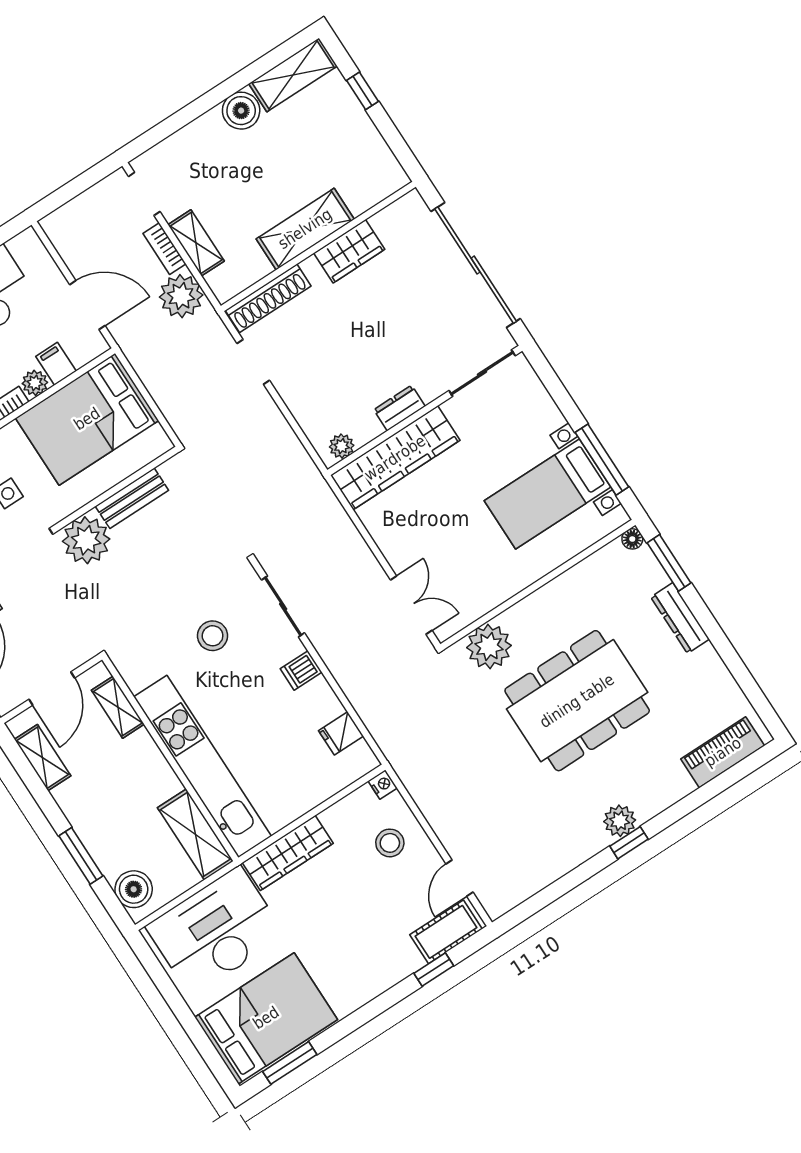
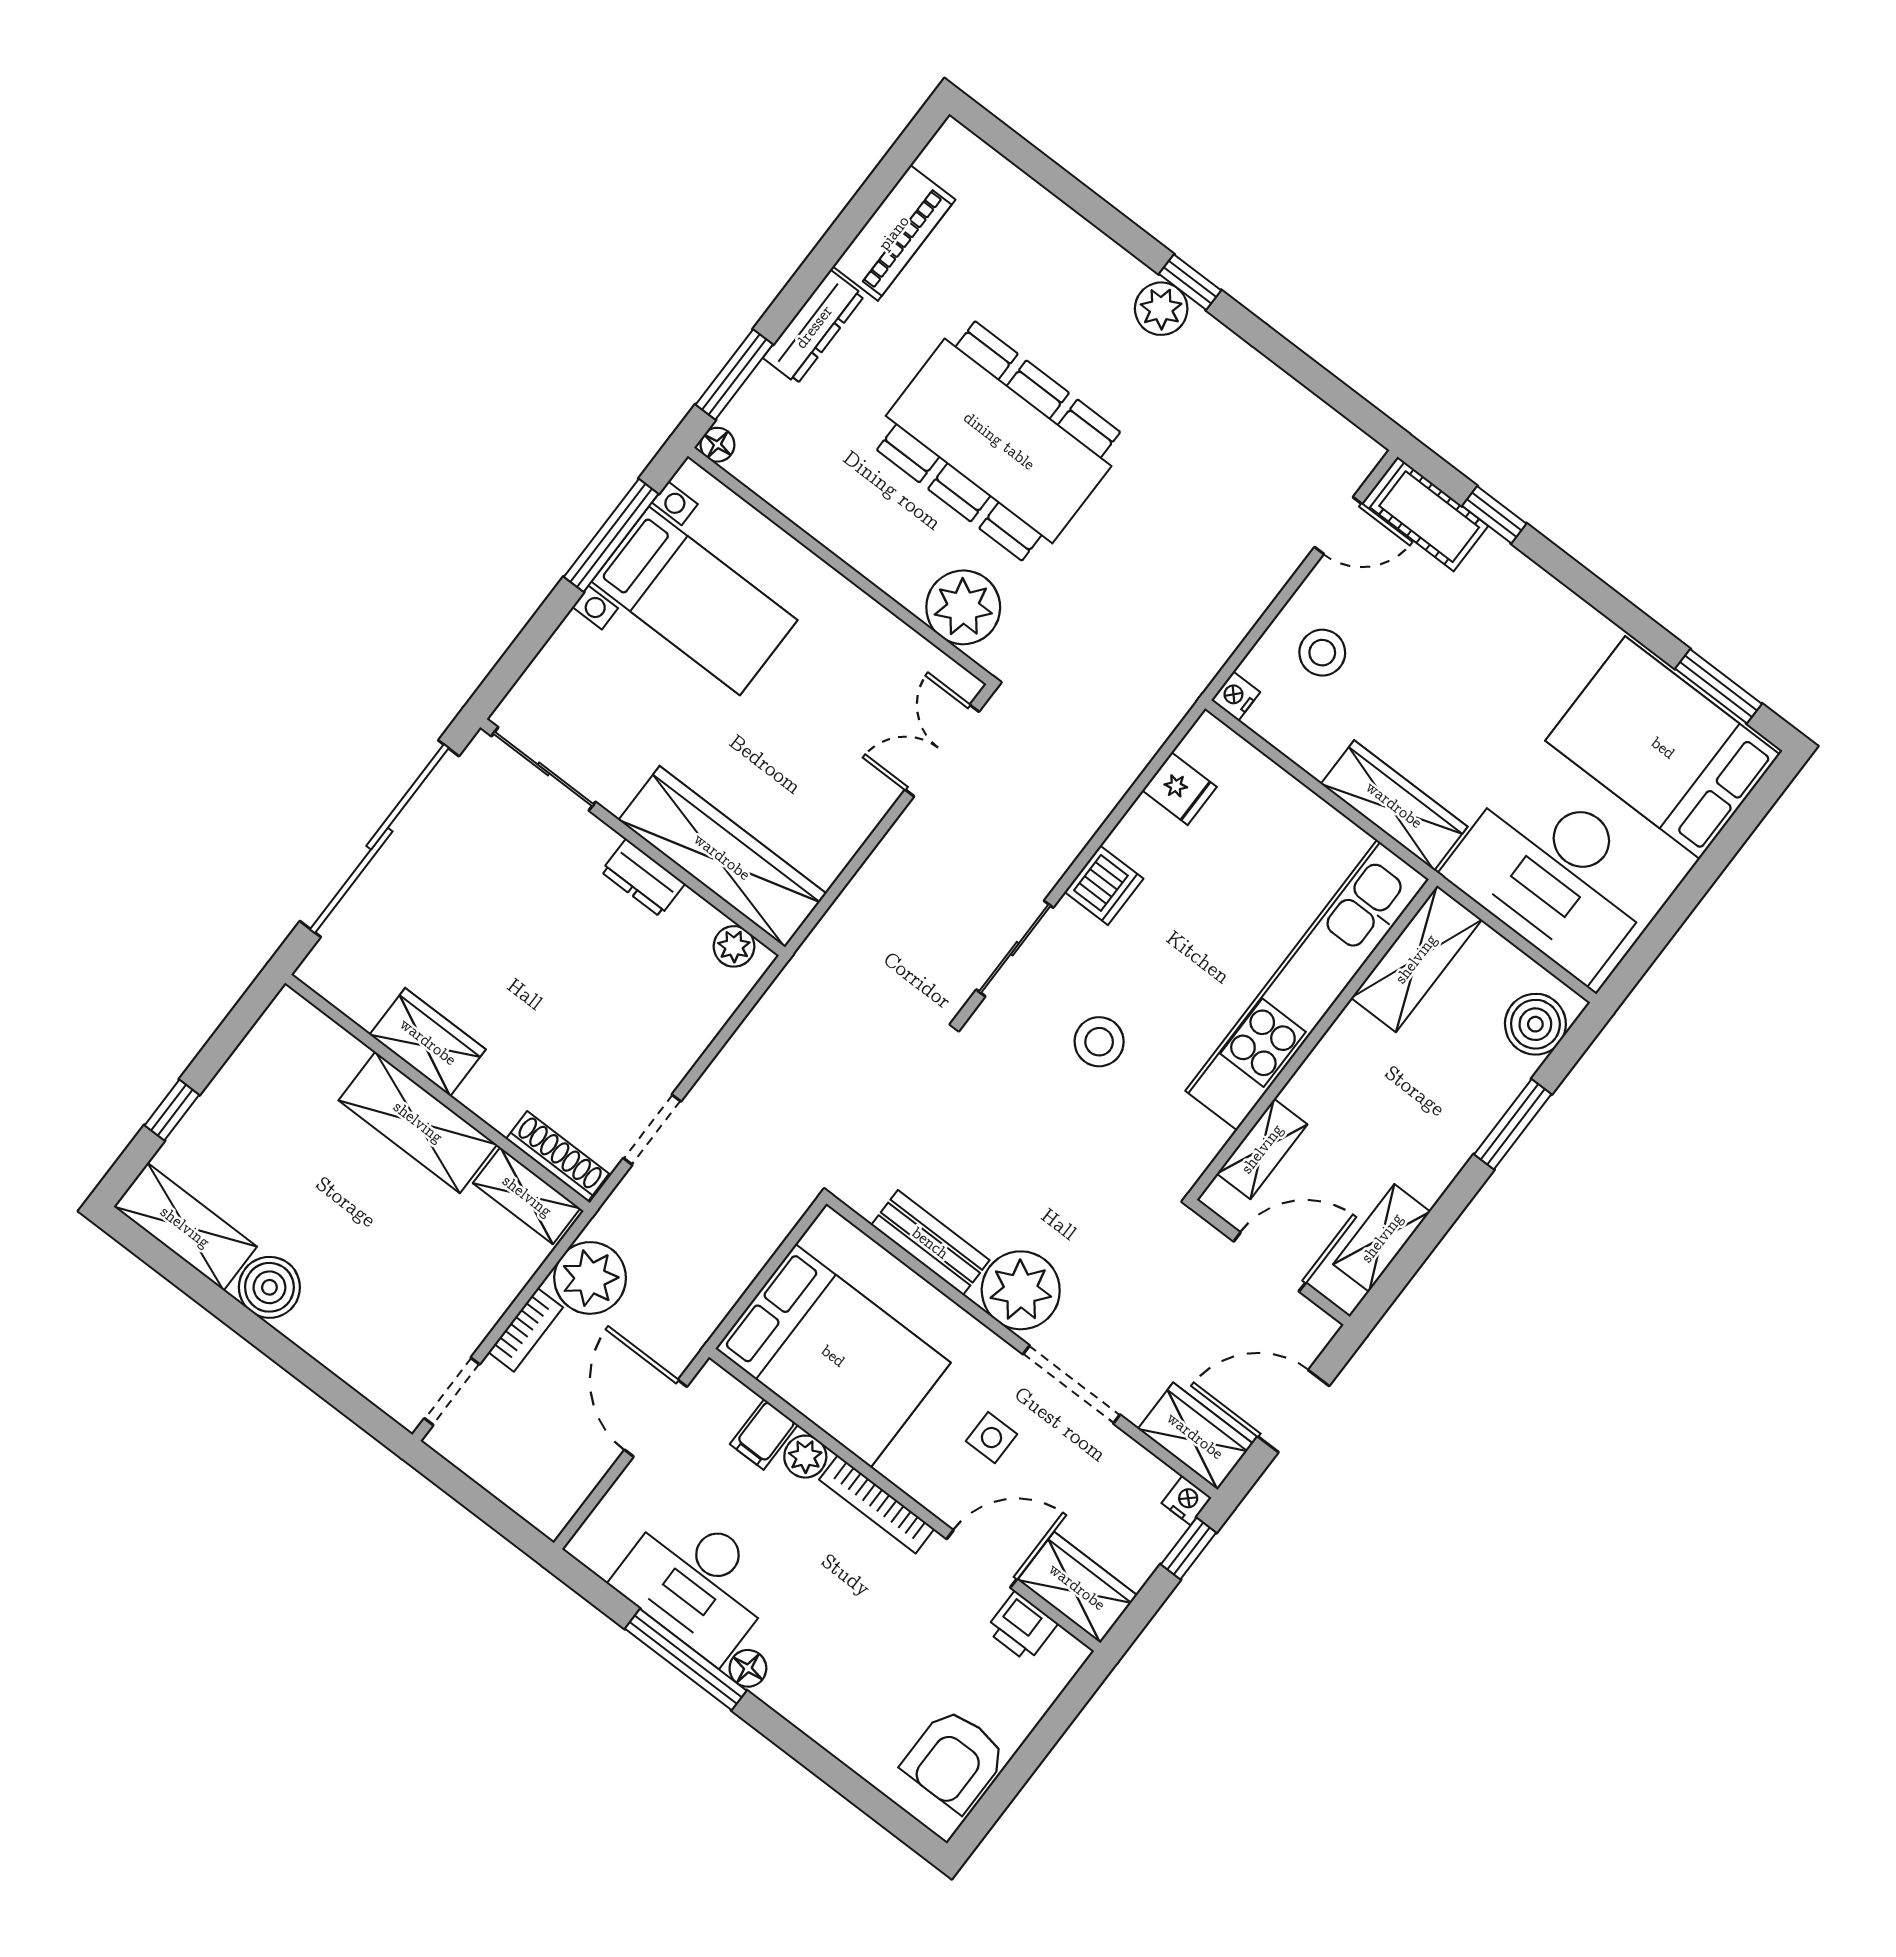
shelving: (196, 243) -> (527, 1196), moved, turned 90
shoe rack: (268, 298) -> (558, 1156), width x0.74, depth x0.81
dishwasher: (301, 670) -> (1104, 885), width x1.38
piano: (723, 752) -> (894, 233), moved, turned -90

